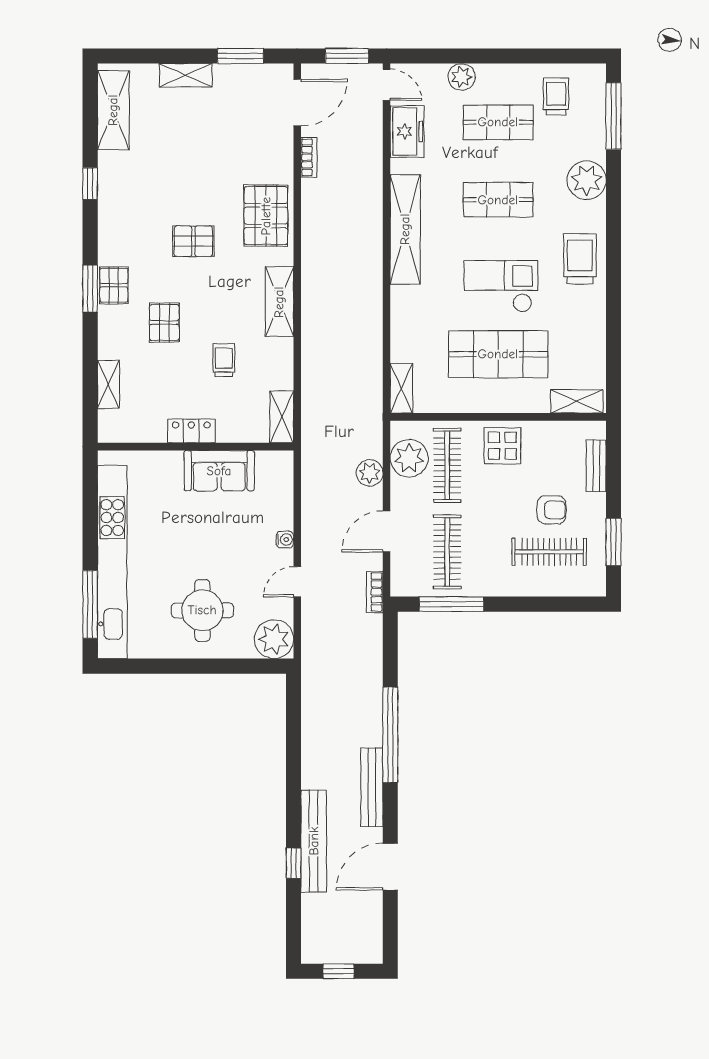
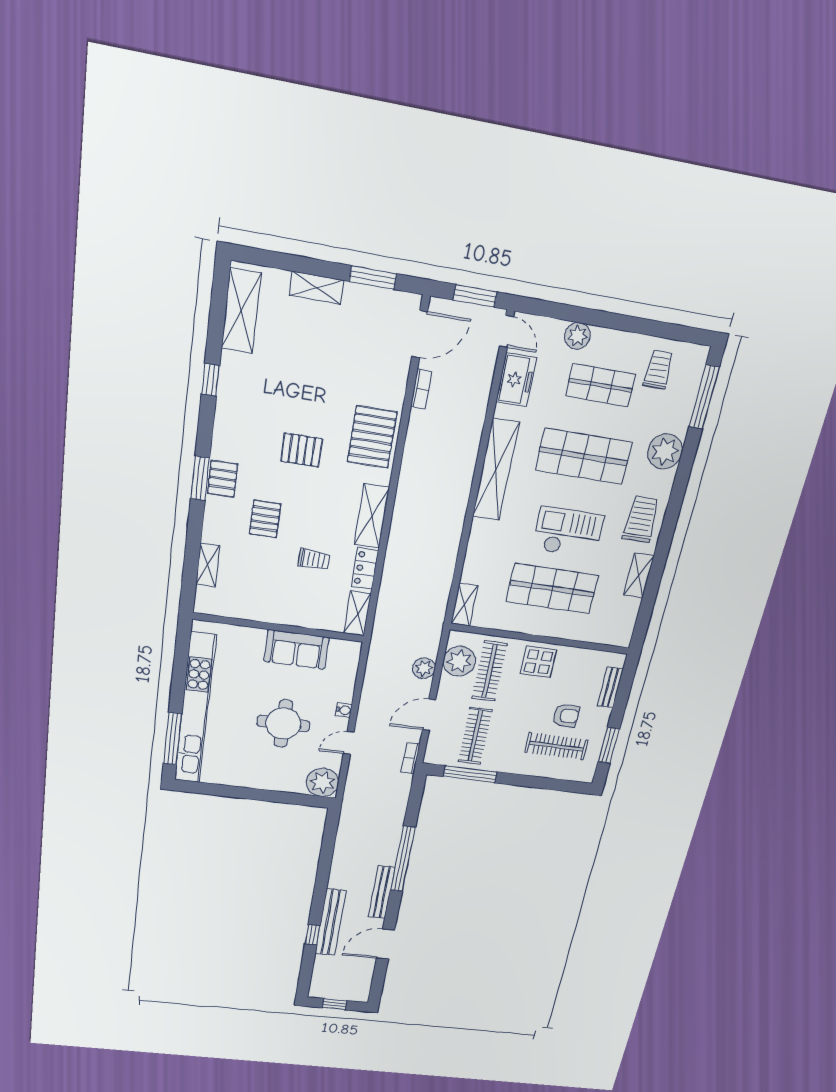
shop shelf: (498, 200) -> (584, 456), width x1.43, depth x1.36
trolley: (224, 360) -> (314, 559), turned 92
shelving: (577, 401) -> (639, 576), moved, turned 90
locker: (191, 431) -> (365, 568), moved, turned -90
round table: (202, 610) -> (283, 724), moved

